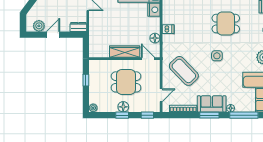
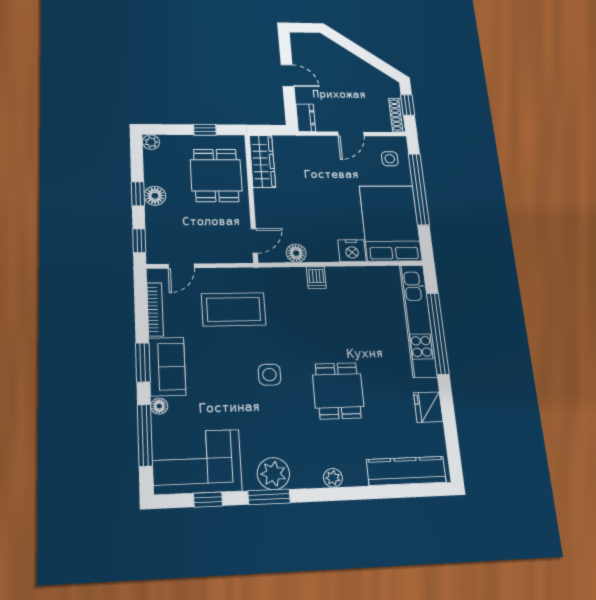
plant: (39, 26) -> (302, 53), removed
wardrobe: (125, 52) -> (262, 161), moved
coffee table: (184, 71) -> (234, 309), turned 44
dining table: (126, 82) -> (216, 175), moved
door: (161, 95) -> (181, 266), hinge flipped

